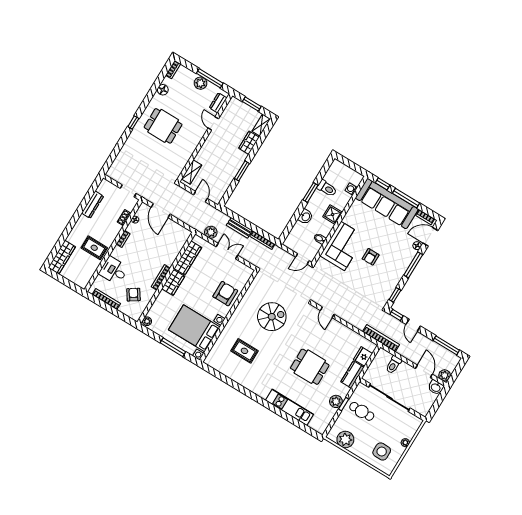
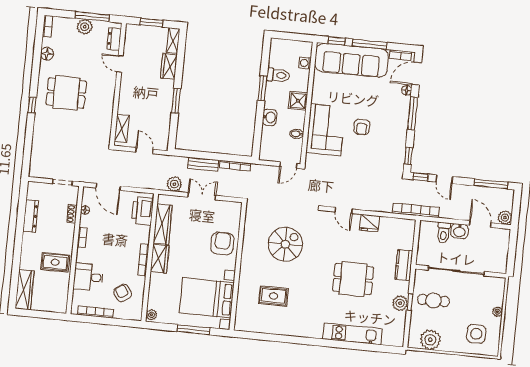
printer: (178, 241) -> (143, 211), added
fridge: (363, 356) -> (370, 223), moved, turned -90
washbasin: (436, 387) -> (459, 231), moved

